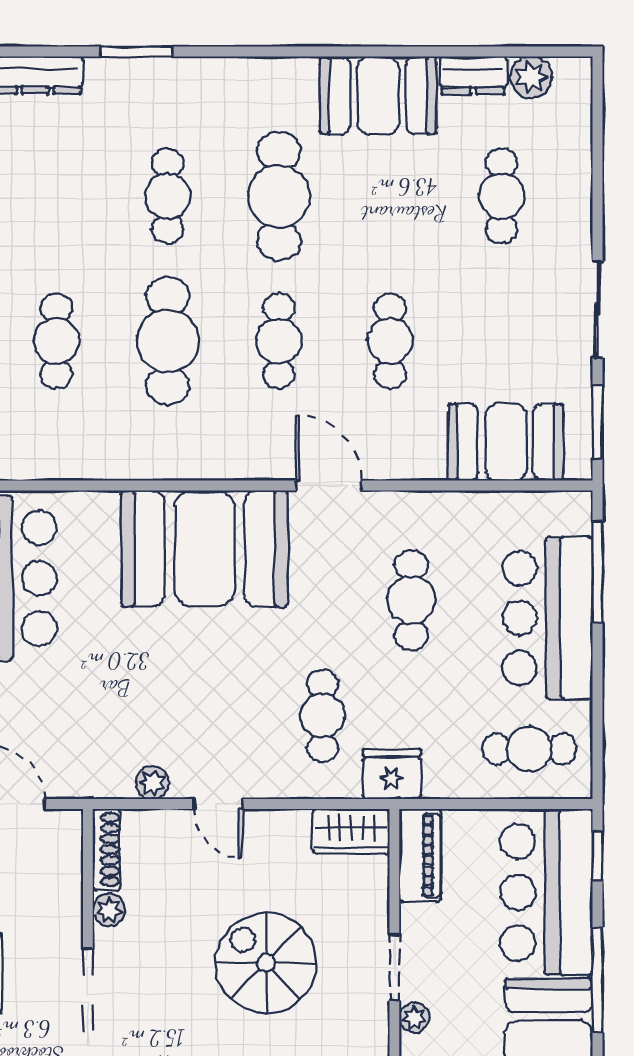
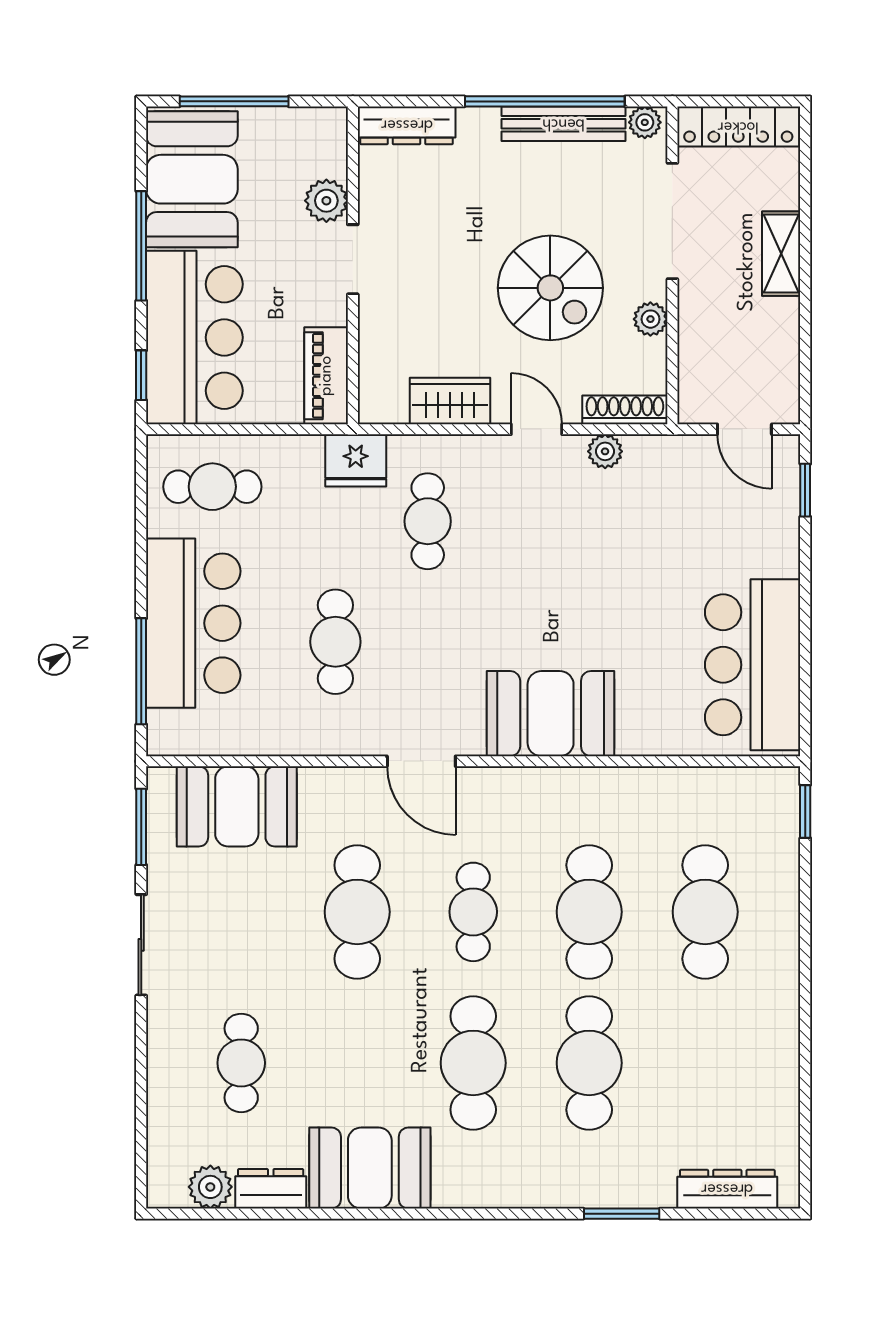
cafe table: (168, 196) -> (589, 1063), width x1.37, depth x1.35
cafe table: (56, 341) -> (705, 912), width x1.37, depth x1.35
cafe table: (390, 341) -> (357, 912), width x1.37, depth x1.35
booth: (205, 549) -> (551, 714), width x0.73, depth x0.70
wardrobe: (351, 831) -> (450, 401), moved
shoe rack: (106, 850) -> (625, 410), moved, turned 90
spiral stairs: (266, 963) -> (550, 288), moved
plant: (414, 1018) -> (326, 201), width x1.38, depth x1.38

